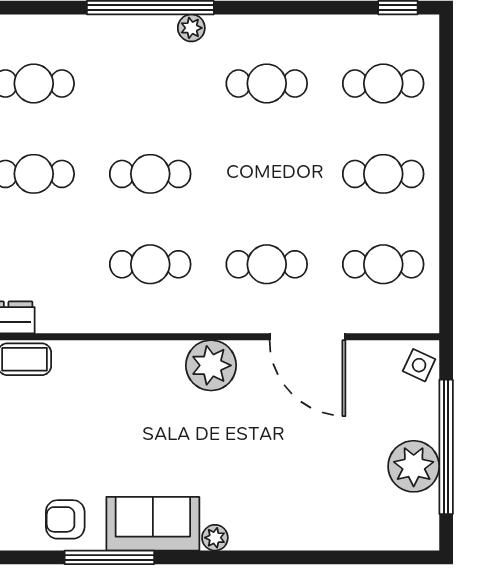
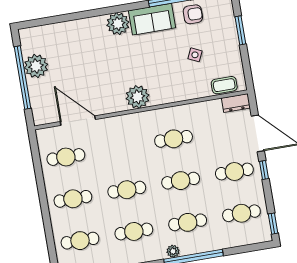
cafe table: (150, 83) -> (188, 222), added
cafe table: (267, 264) -> (127, 190), moved
door: (307, 337) -> (78, 121), moved
side table: (419, 365) -> (195, 55), moved
plant: (215, 538) -> (118, 24), width x1.88, depth x1.88

